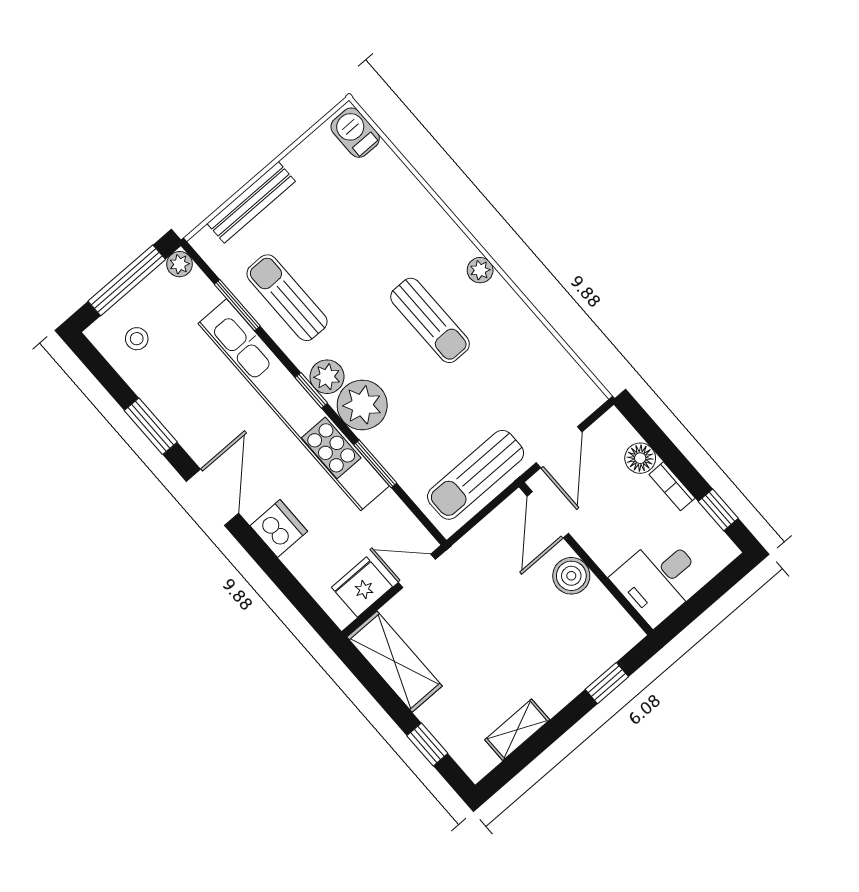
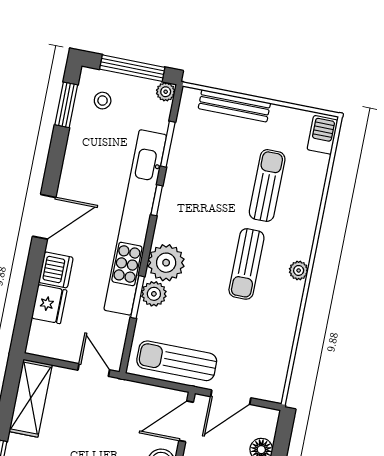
sun lounger: (287, 298) -> (267, 186), moved
plant: (327, 377) -> (154, 294), moved
window: (311, 390) -> (157, 200), moved
window: (151, 426) -> (66, 105), moved
fridge: (362, 587) -> (49, 304), moved, turned 90

